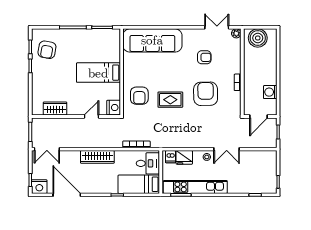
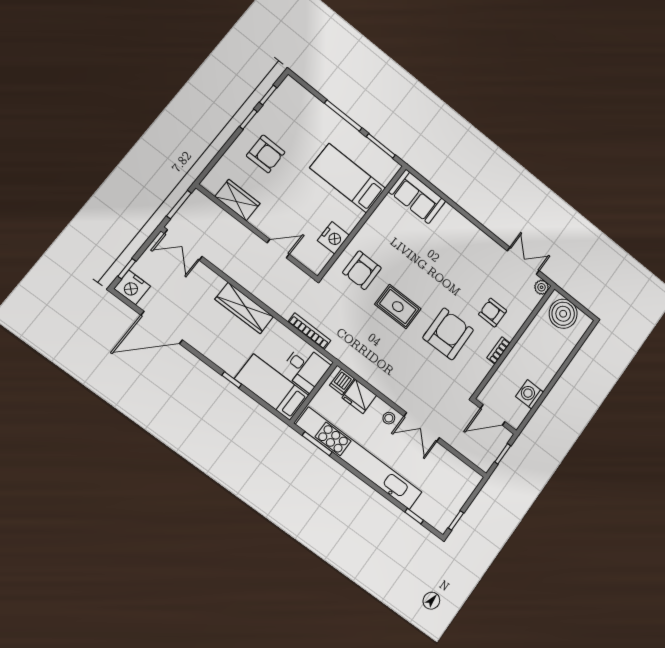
sofa: (152, 40) -> (417, 196), width x0.54, depth x0.79
armchair: (47, 50) -> (266, 154), moved, turned -100
armchair: (204, 57) -> (493, 313), moved, turned 180
bed: (98, 73) -> (348, 178), moved
nightstand: (114, 108) -> (333, 238), moved
kitchen unit: (195, 187) -> (359, 459), width x1.36
door: (67, 195) -> (162, 328), swing flipped

